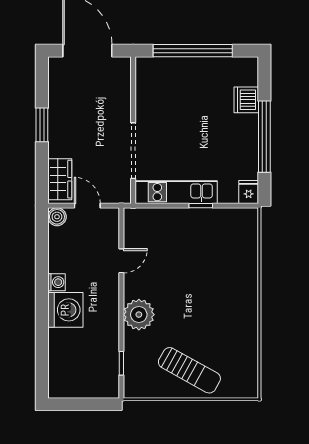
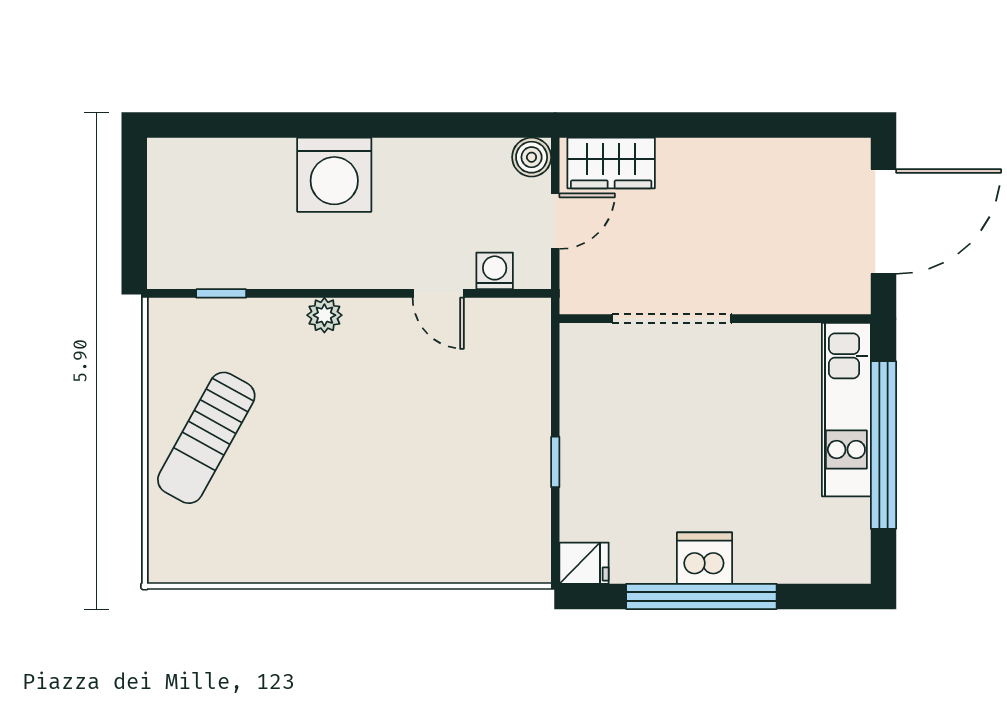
dishwasher: (246, 100) -> (704, 558), moved
window: (42, 125) -> (726, 125), removed
kitchen unit: (176, 192) -> (846, 410), moved, turned 180
washing machine: (56, 282) -> (495, 271), moved, turned 180
plant: (139, 315) -> (324, 315), width x0.53, depth x0.53

